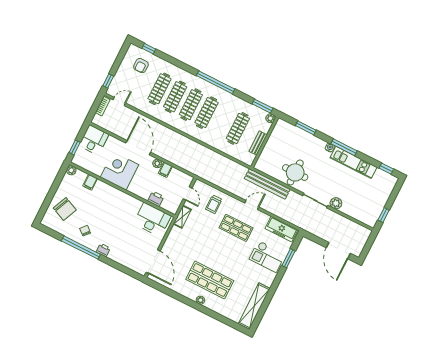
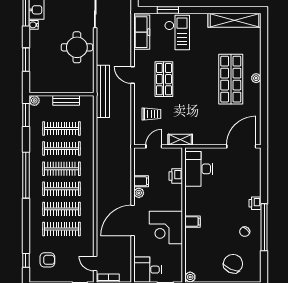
clothes rail: (222, 121) -> (61, 149), added
filing cabinet: (90, 182) -> (193, 222), moved
bench: (267, 184) -> (103, 91), moved

